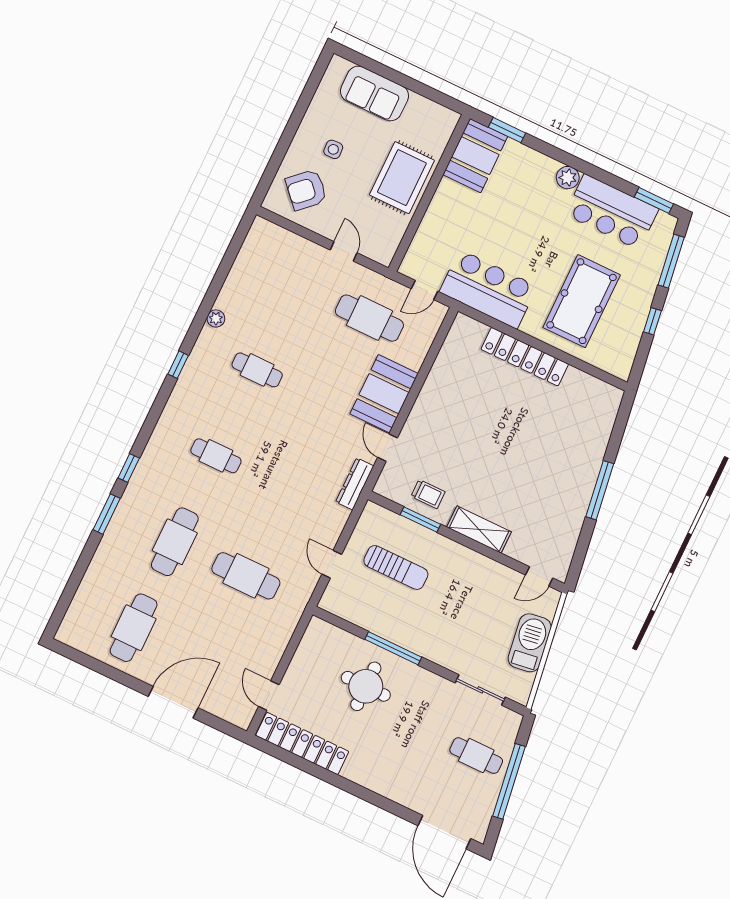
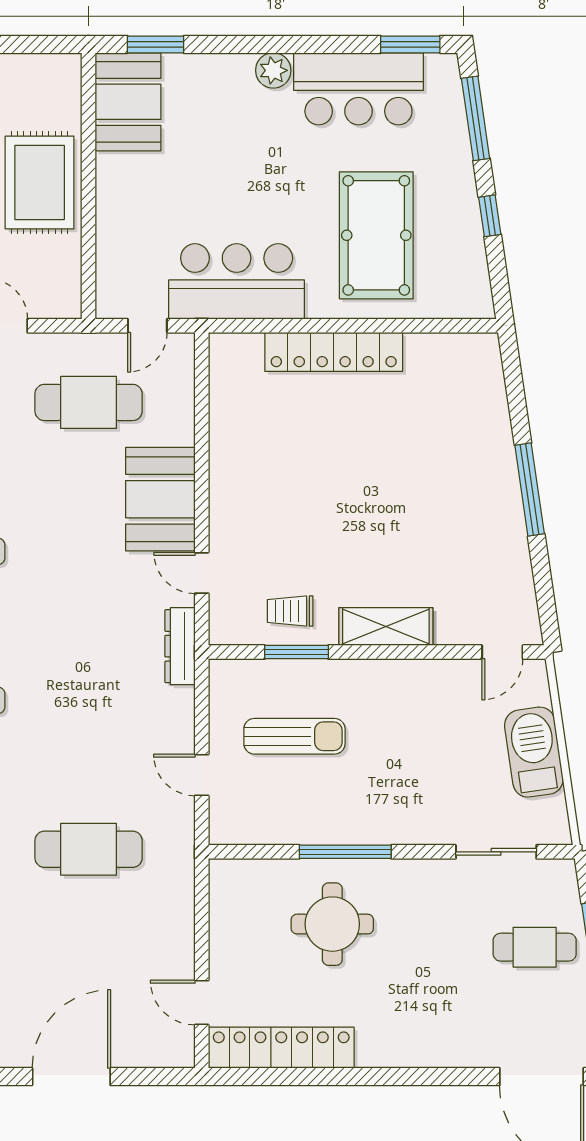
trolley: (428, 494) -> (290, 611), turned 180

